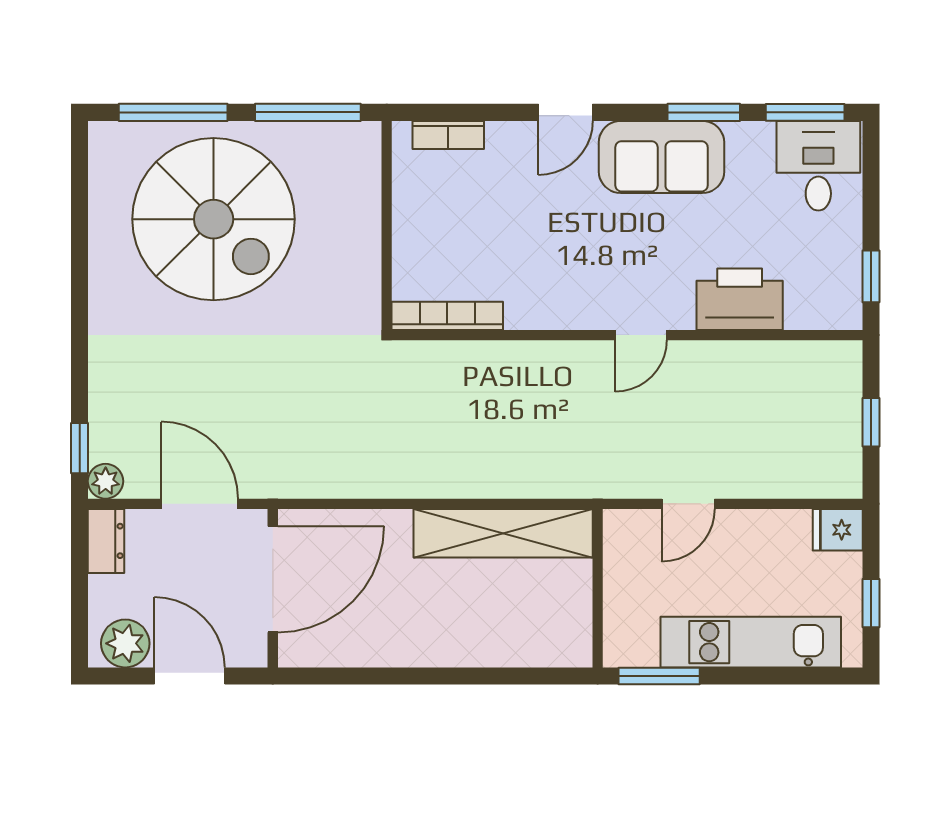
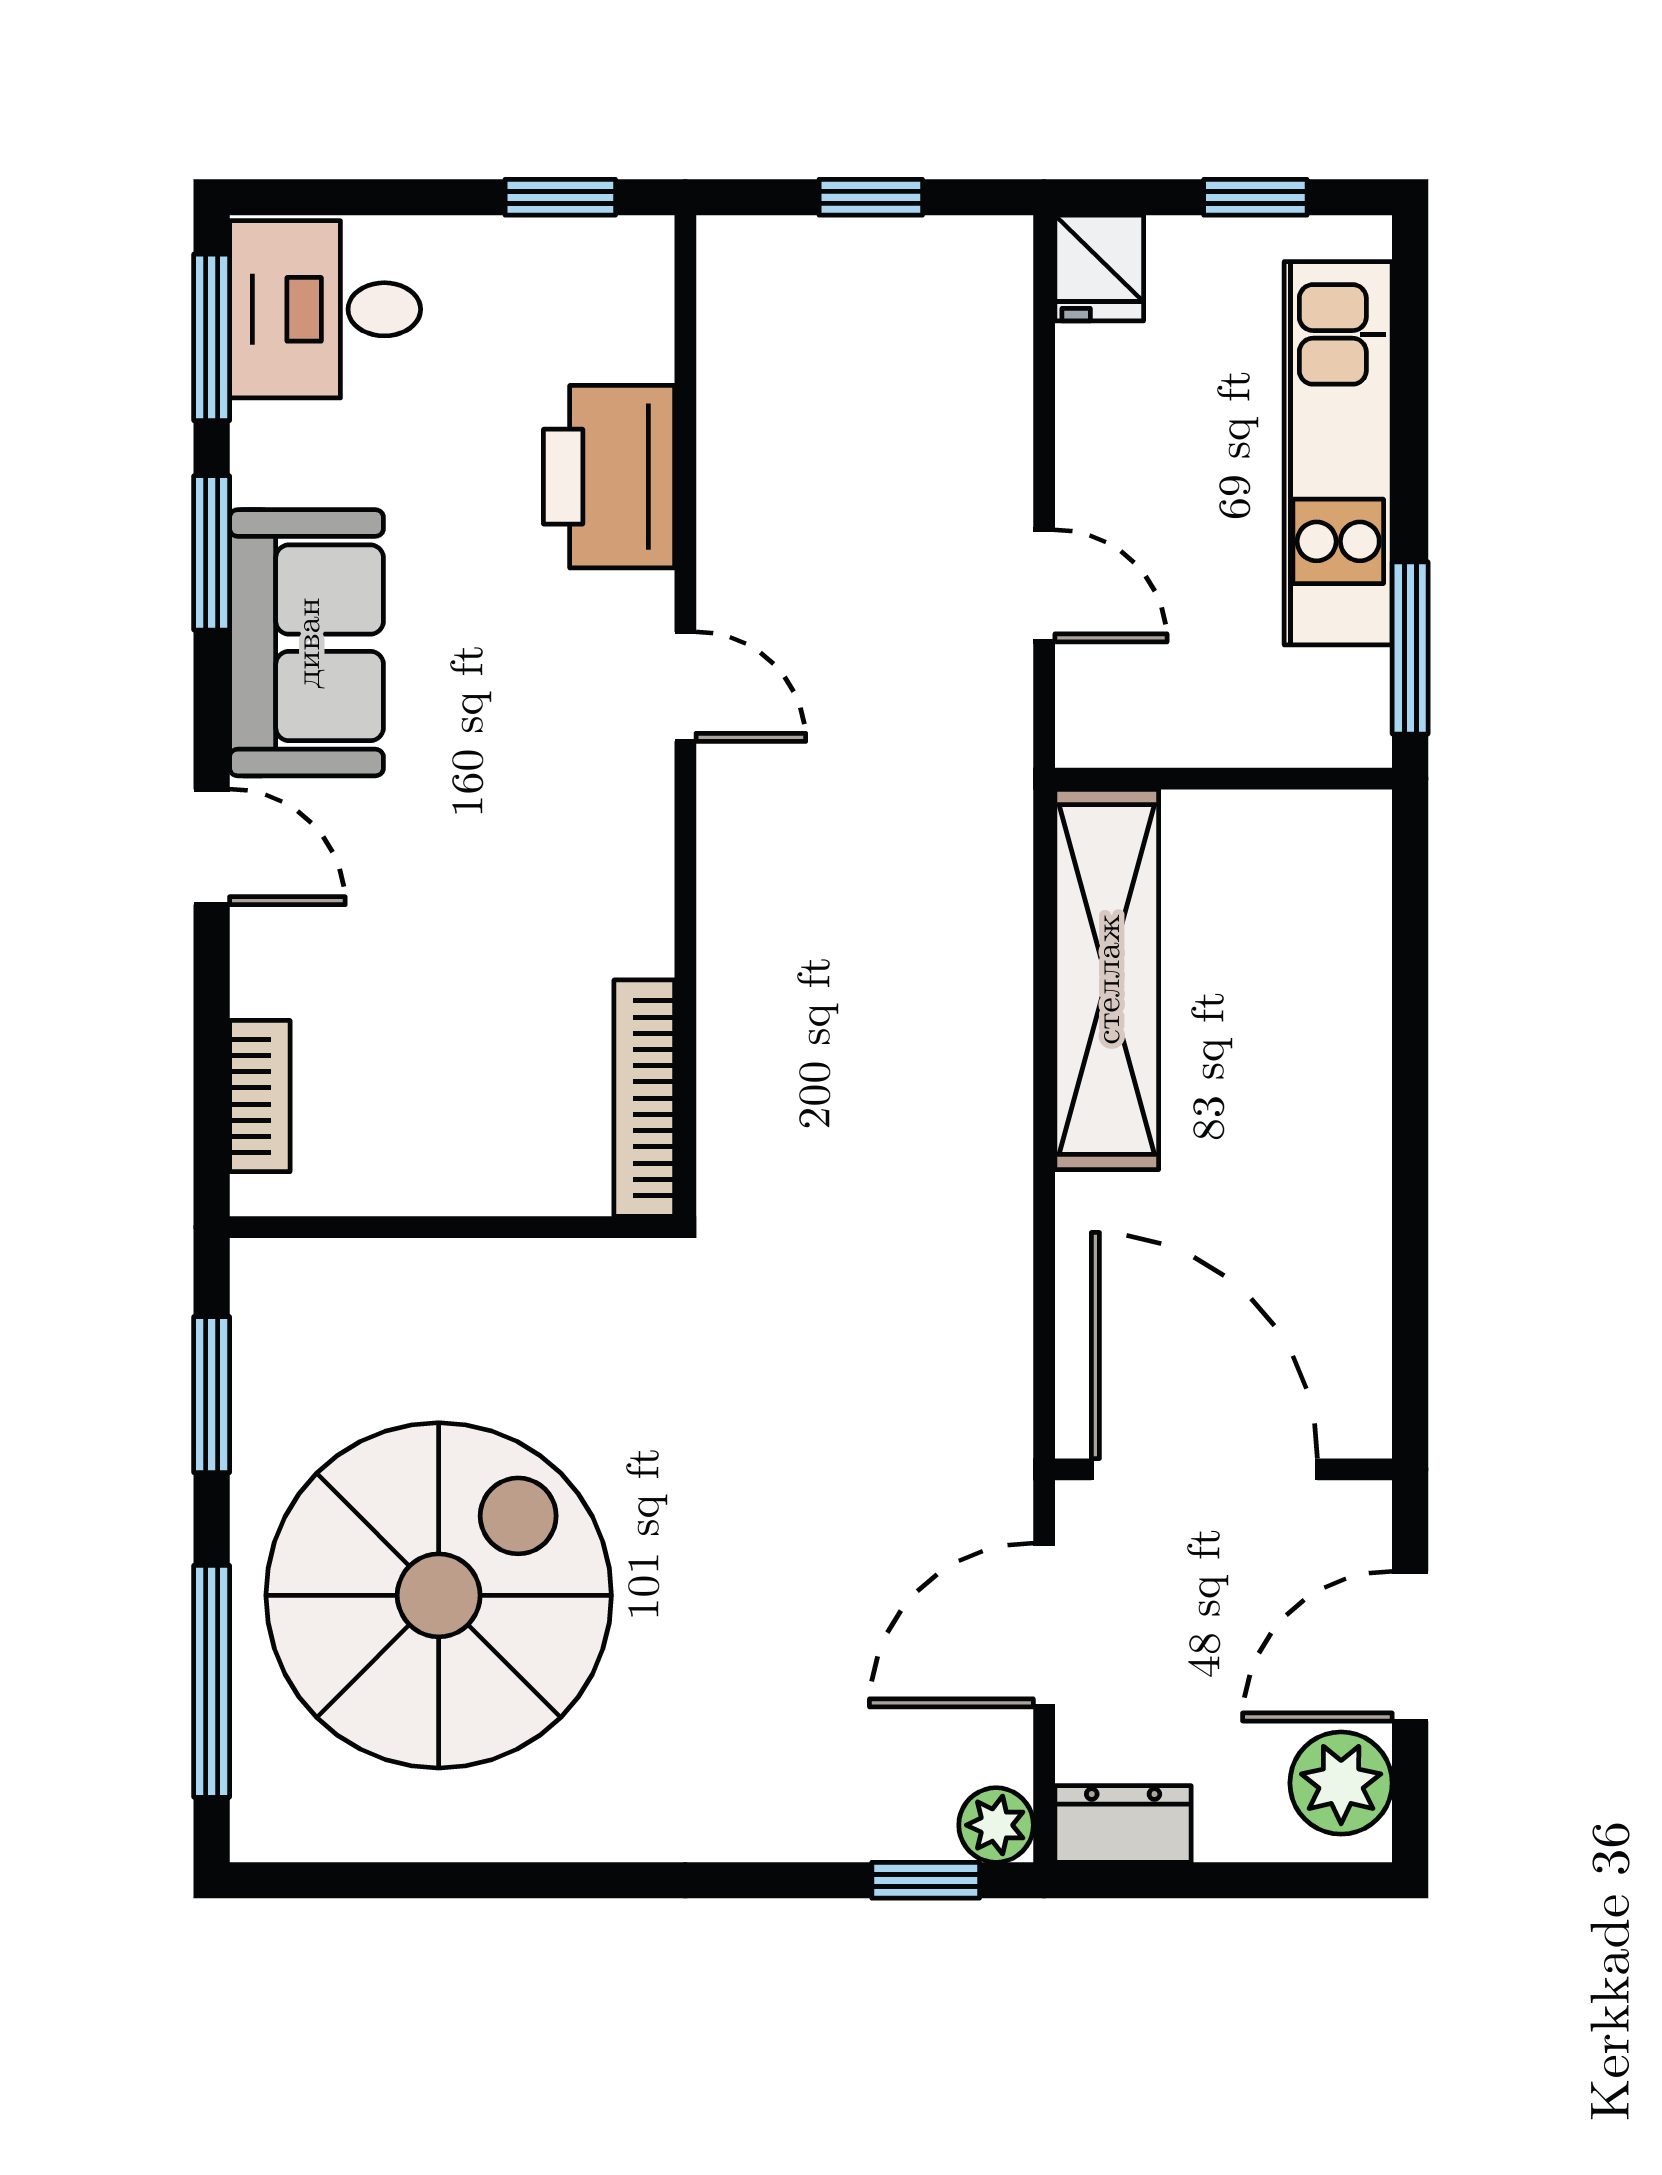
window: (308, 112) -> (212, 1395), width x0.69

